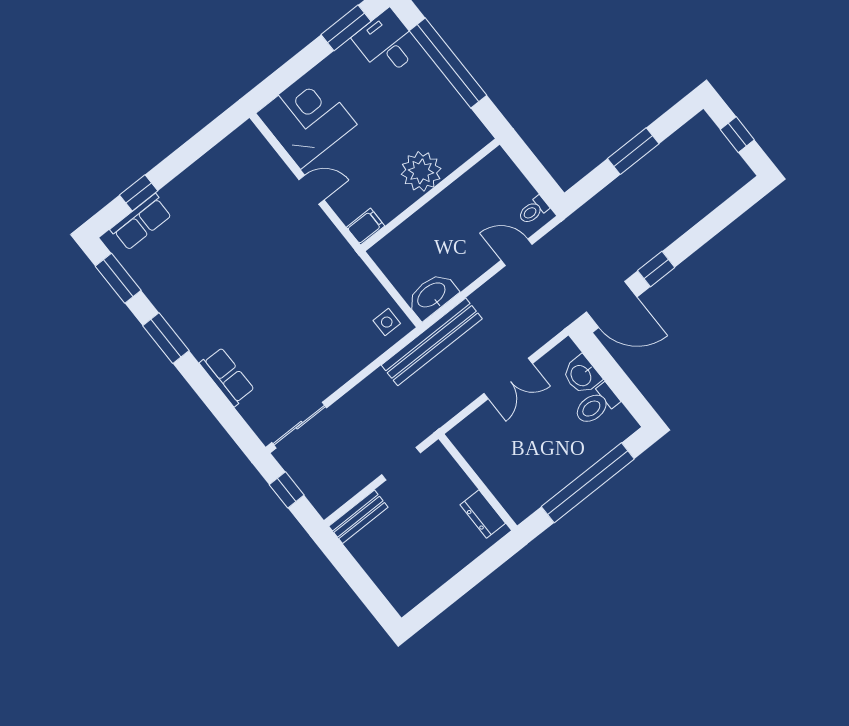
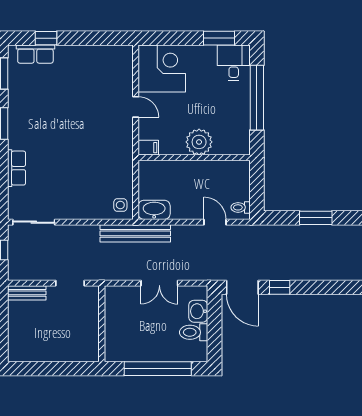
dresser: (483, 514) -> (91, 342), removed

